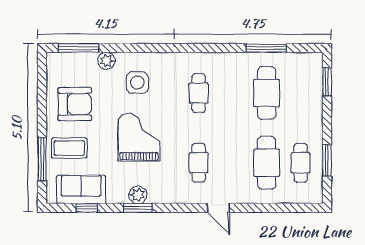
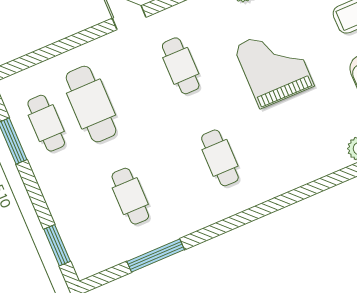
side table: (137, 83) -> (307, 137), removed
cafe table: (267, 93) -> (130, 196), width x0.73, depth x0.74
grand piano: (139, 137) -> (274, 66), turned 180

